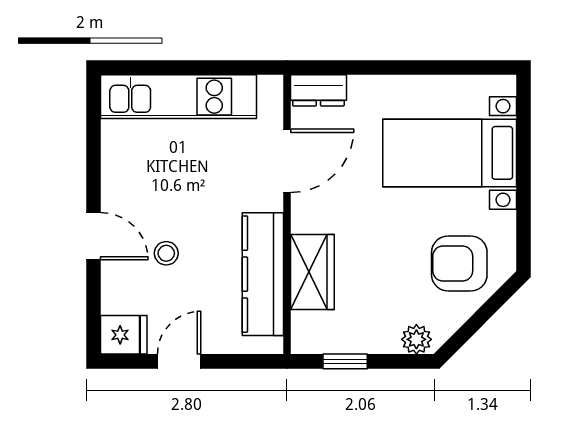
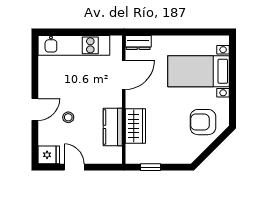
door: (93, 236) -> (35, 109), hinge flipped
kitchen counter: (263, 274) -> (113, 127), width x0.67
plant: (416, 339) -> (183, 157), removed
door: (179, 361) -> (74, 167), hinge flipped

